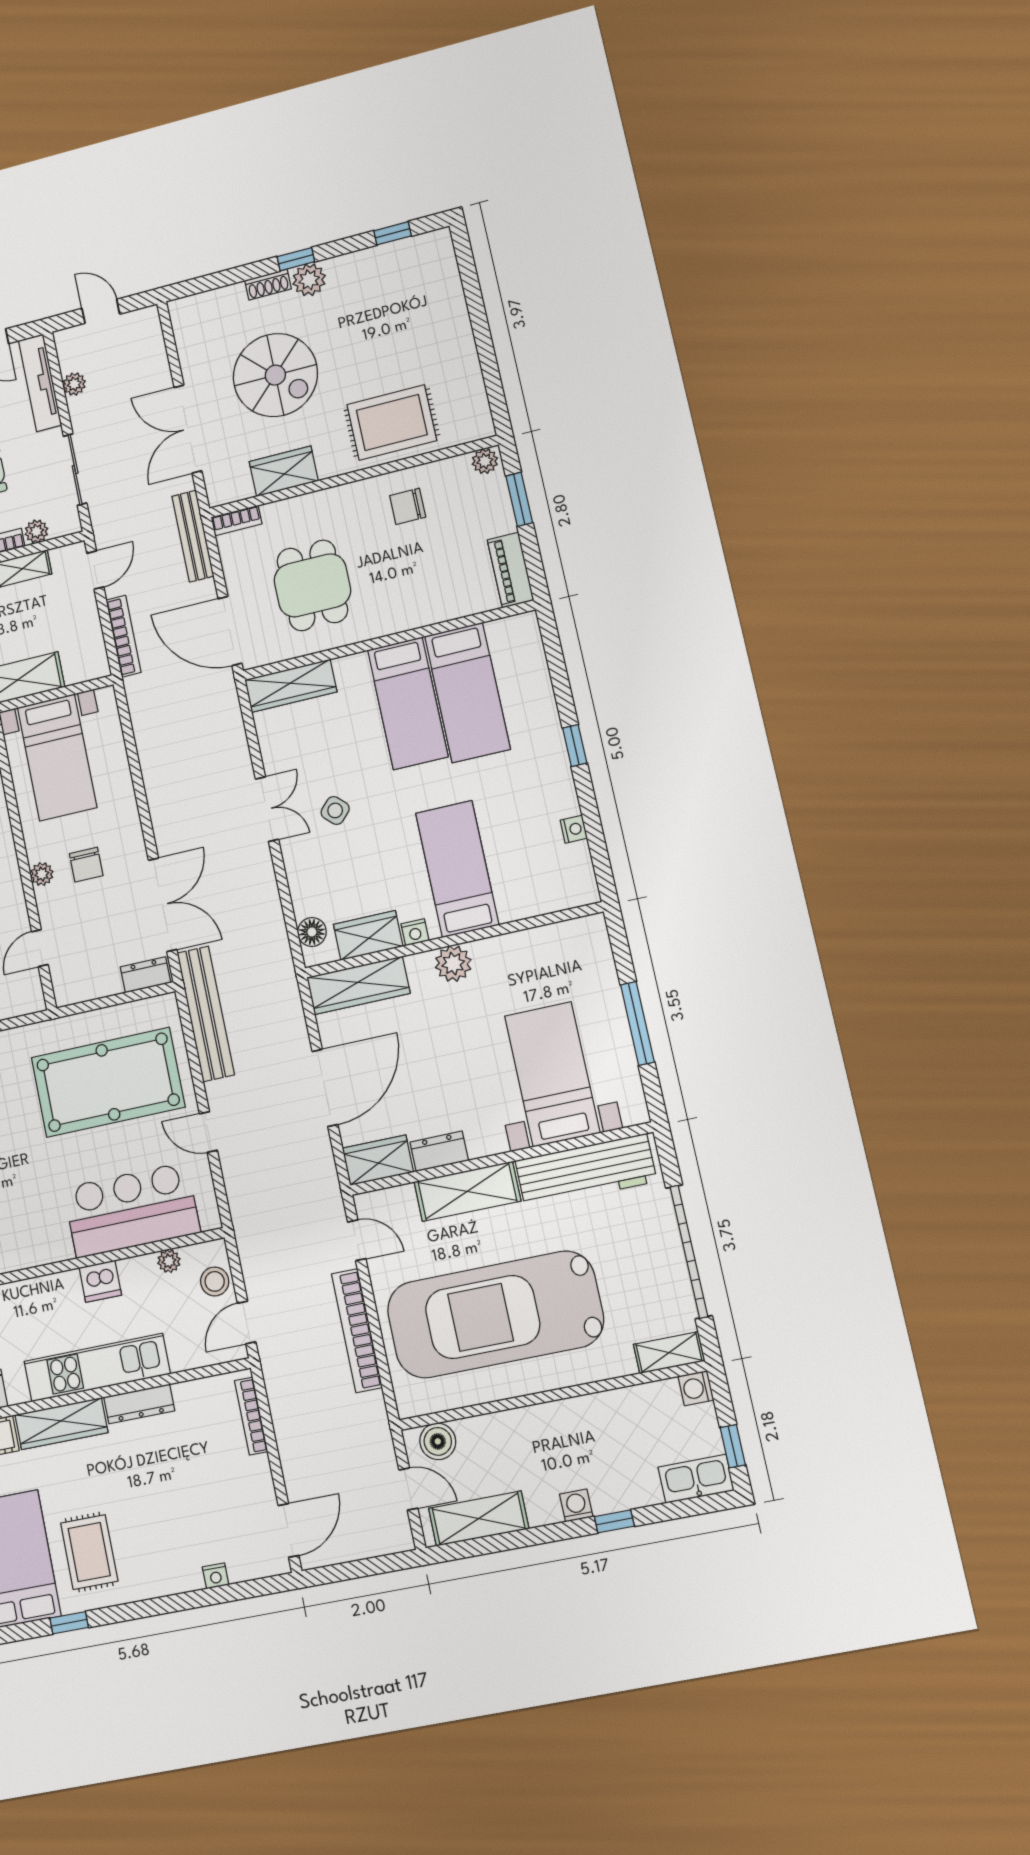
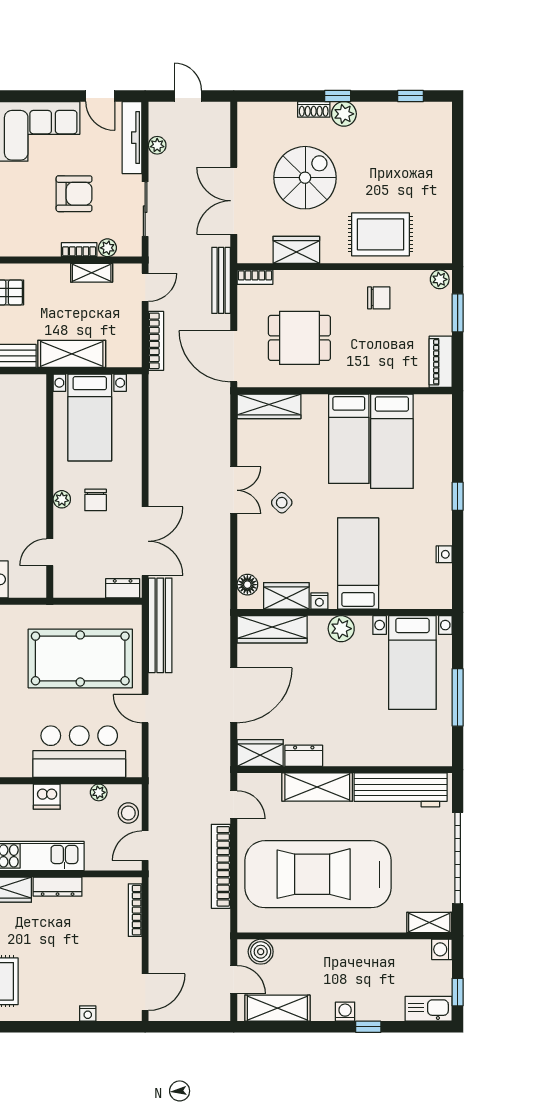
spiral stairs: (275, 375) -> (305, 178), turned -90
chair: (408, 506) -> (379, 298), turned 180
dining table: (312, 585) -> (299, 338), turned 90
bed with nightstands: (552, 1074) -> (412, 662), moved, turned 180

